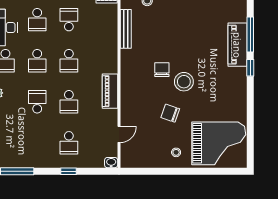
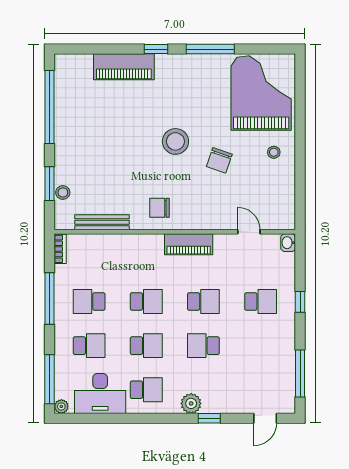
window: (250, 35) -> (210, 49), moved
chair: (162, 70) -> (160, 208), moved

